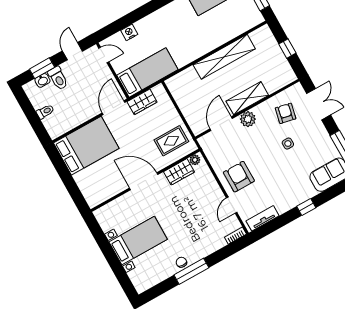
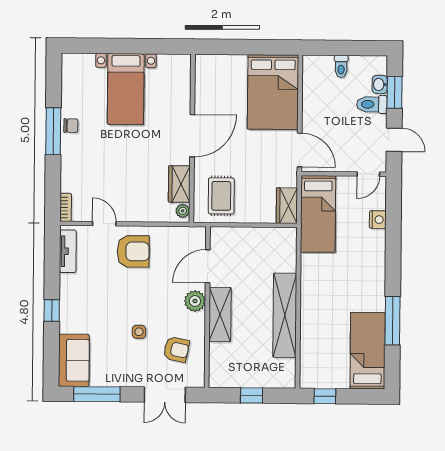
wardrobe: (142, 102) -> (287, 206), moved
door: (221, 124) -> (208, 266), swing flipped

